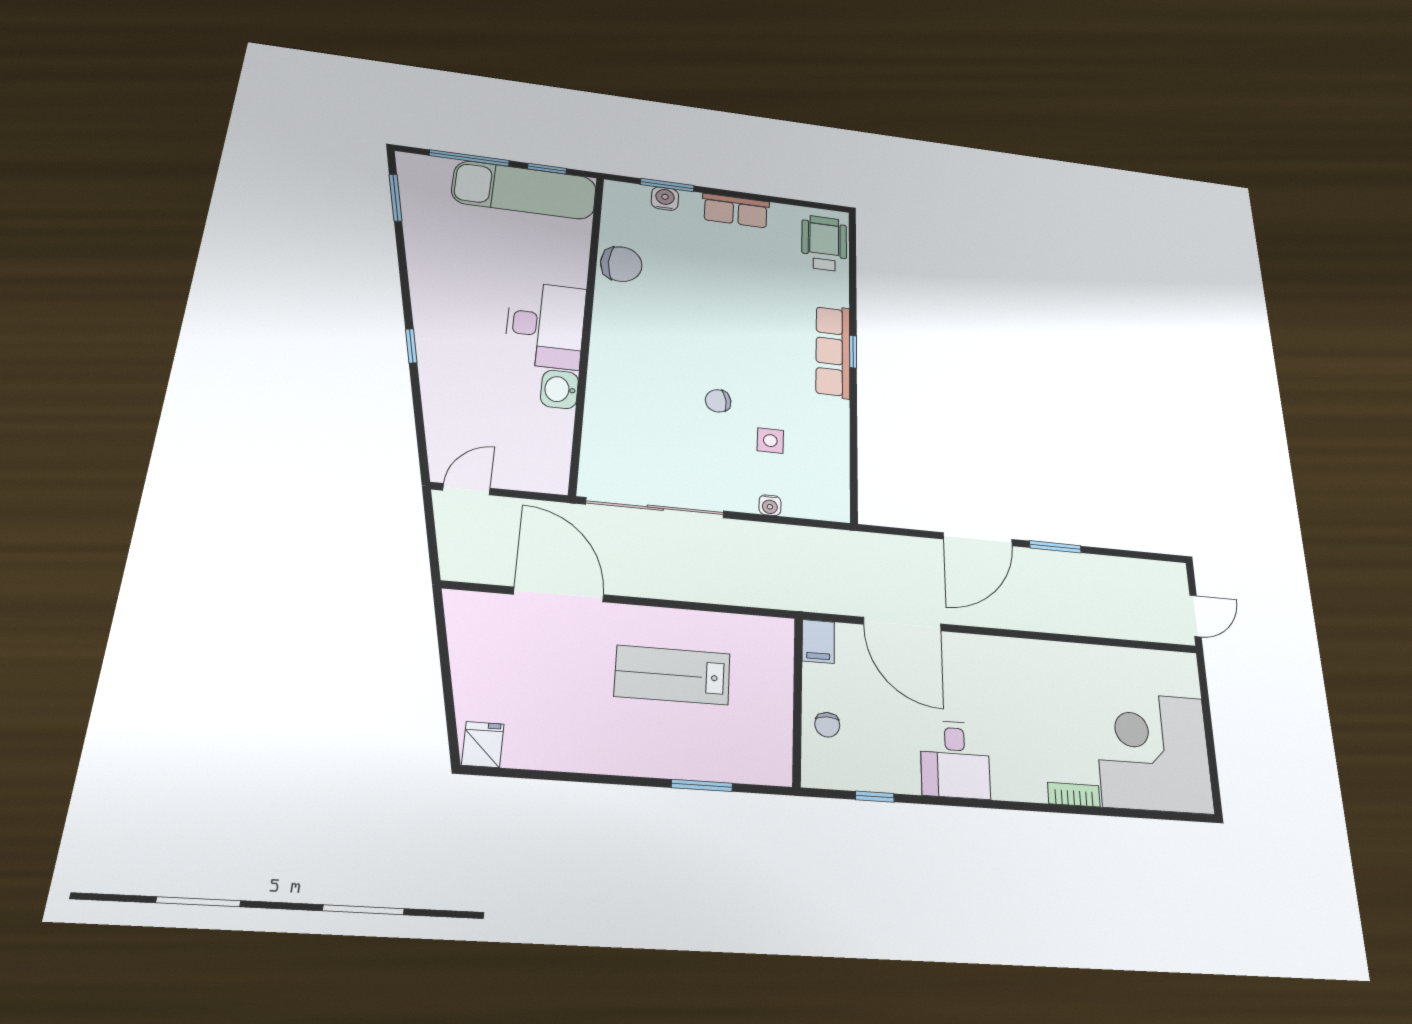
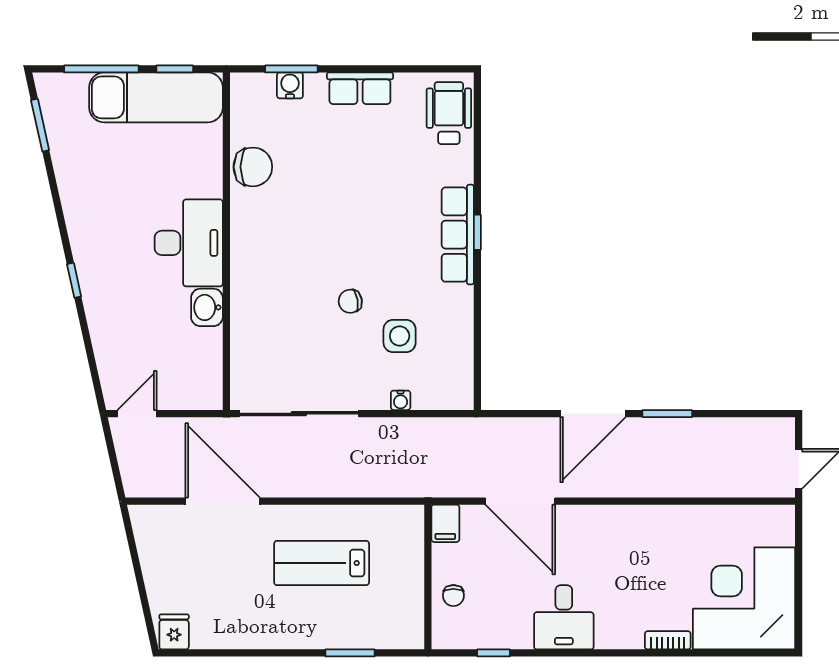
side table: (770, 441) -> (400, 336), width x1.37, depth x1.37

